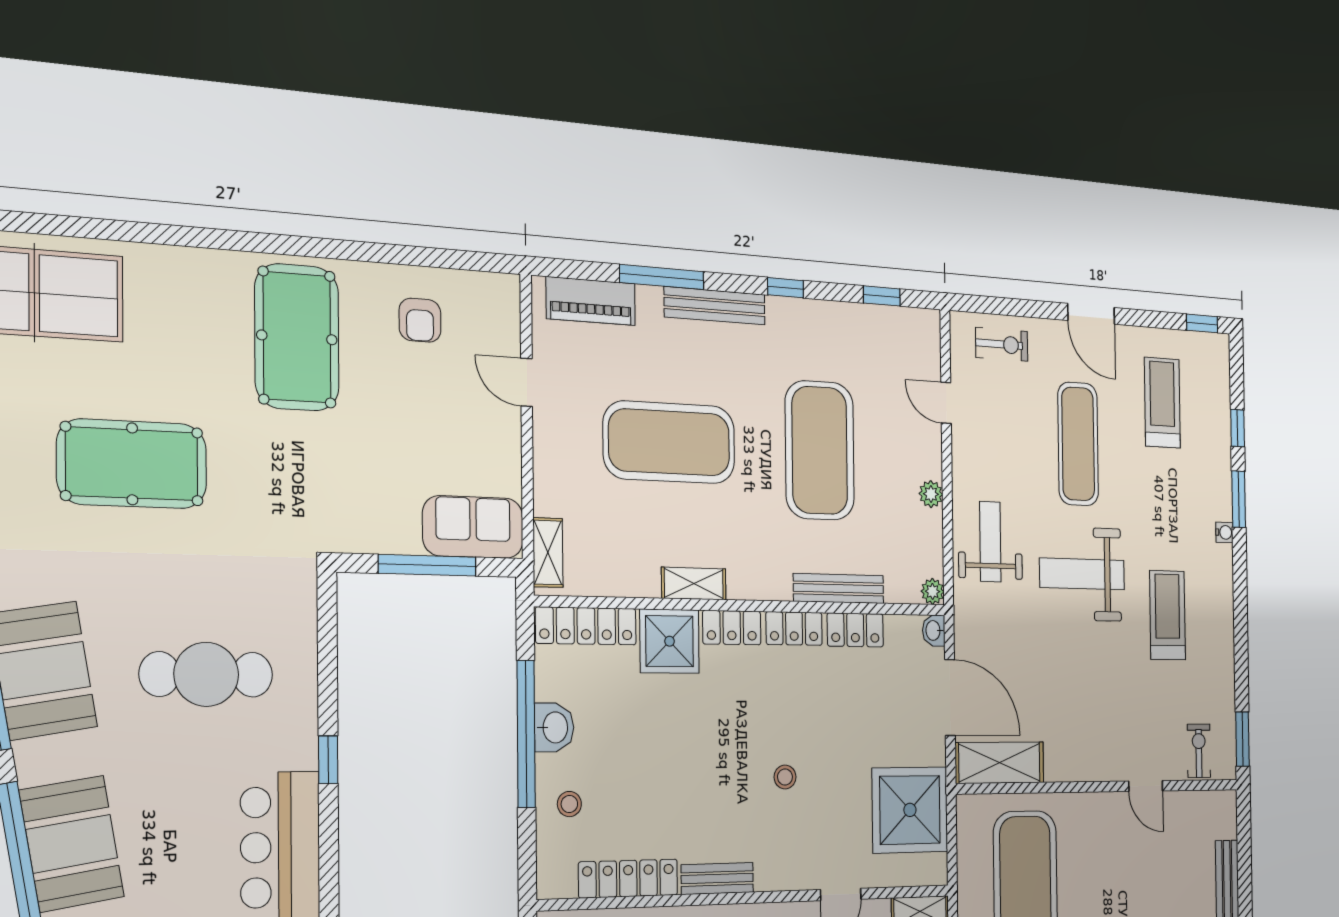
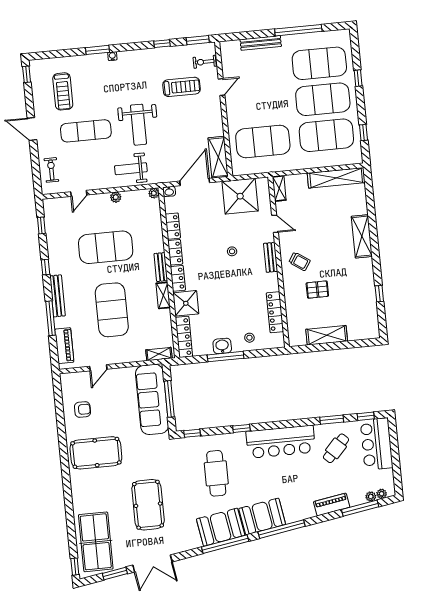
door: (1091, 314) -> (32, 129), swing flipped
treadmill: (1162, 403) -> (63, 91), turned -90
window: (1238, 428) -> (162, 44), moved
sofa: (473, 527) -> (152, 399), width x1.85, depth x1.27
bench: (839, 588) -> (161, 267), moved, width x0.73
treadmill: (1168, 615) -> (182, 87), moved, turned 180
window: (327, 618) -> (192, 433), added
window: (526, 734) -> (226, 357), width x0.68
booth: (72, 844) -> (262, 516), moved
bench: (717, 879) -> (271, 257), moved

